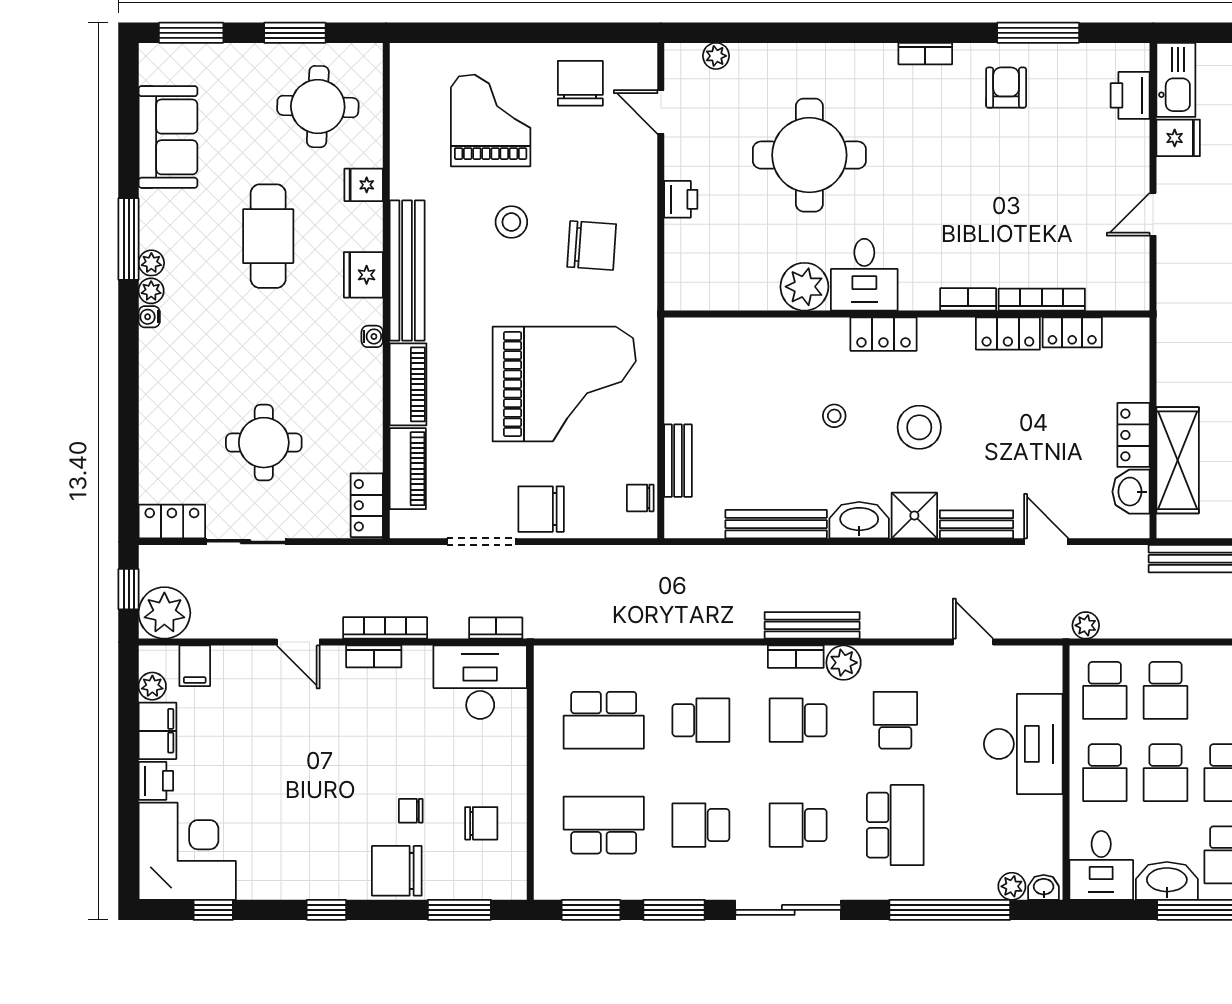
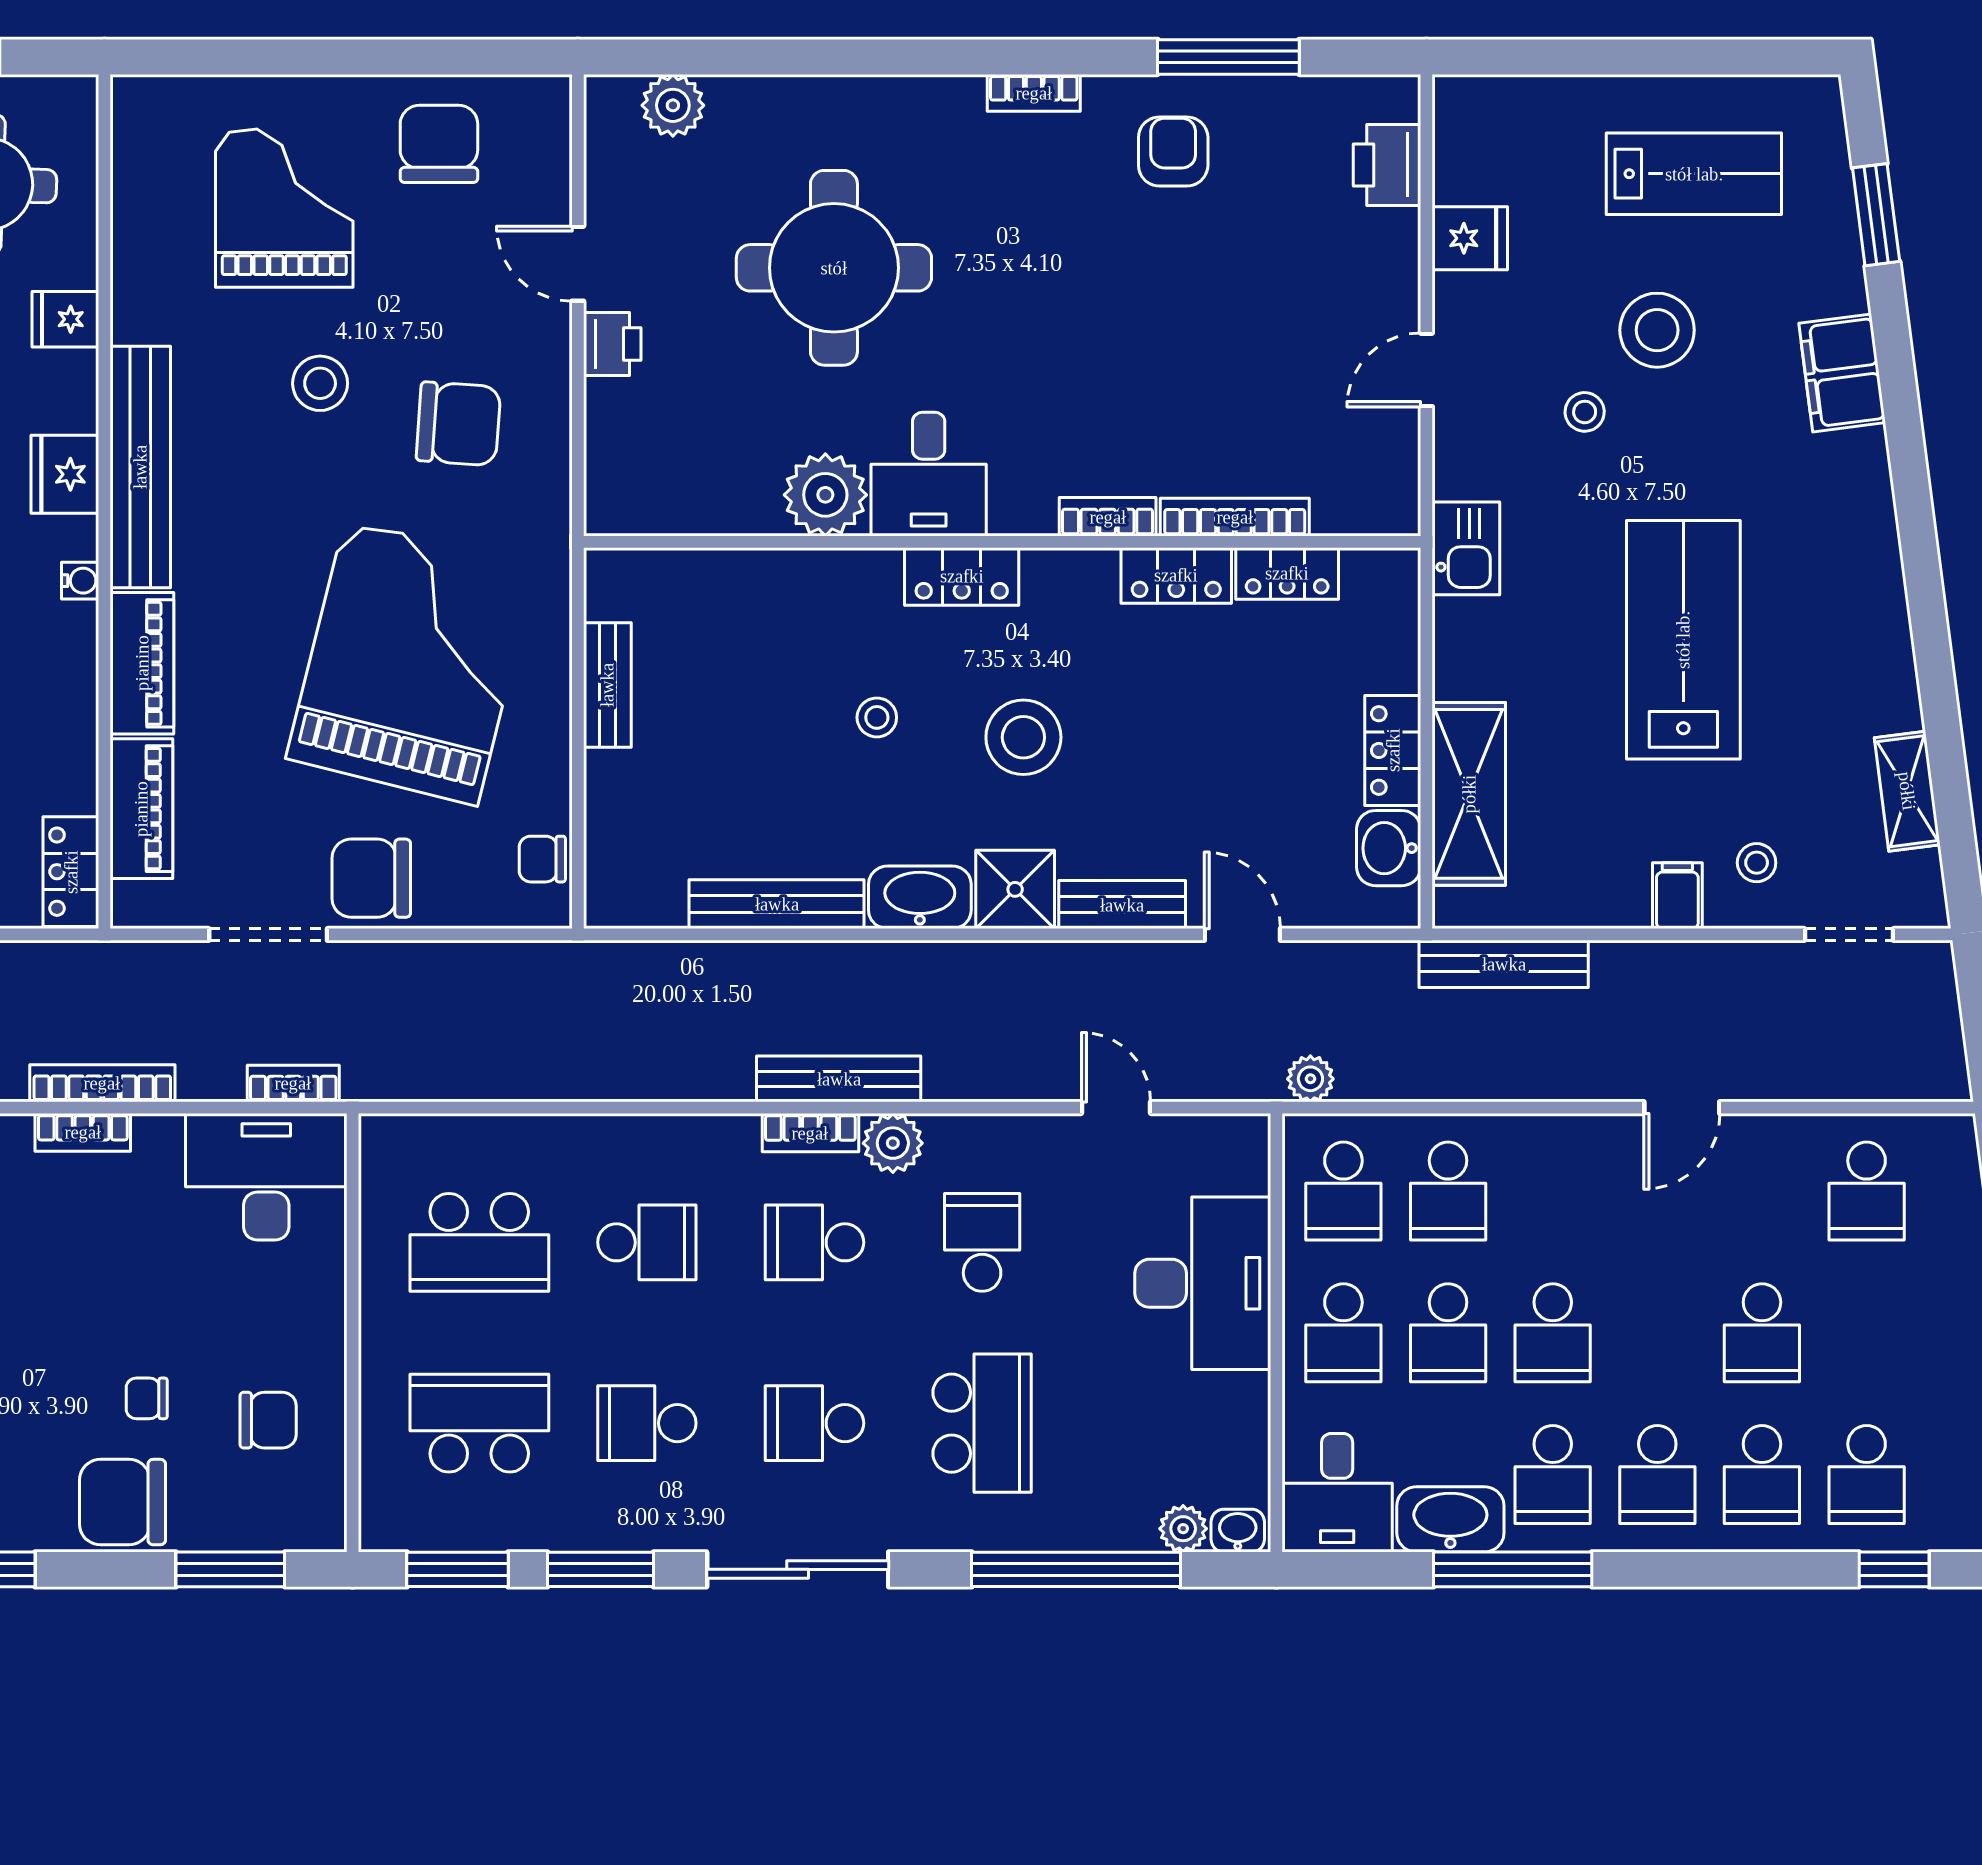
plant: (716, 56) -> (673, 105), width x1.38, depth x1.38
kitchen sink: (1176, 80) -> (1466, 548), moved, width x0.73
door: (661, 112) -> (578, 264), moved
grand piano: (564, 384) -> (411, 663), turned -76
bench: (678, 461) -> (607, 685), moved

